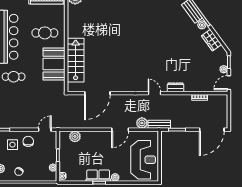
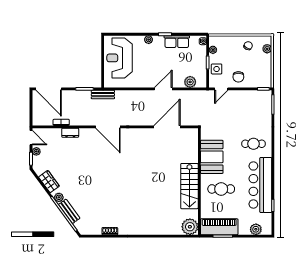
stairs: (76, 60) -> (189, 186), moved
door: (229, 83) -> (31, 138), hinge flipped
dresser: (175, 87) -> (70, 133), moved
door: (154, 93) -> (108, 127), width x1.88
plant: (142, 123) -> (121, 96), removed
door: (120, 130) -> (163, 89), moved
door: (212, 130) -> (49, 89), swing flipped
side table: (12, 145) -> (217, 69), moved
row of seats: (98, 176) -> (177, 42), moved

